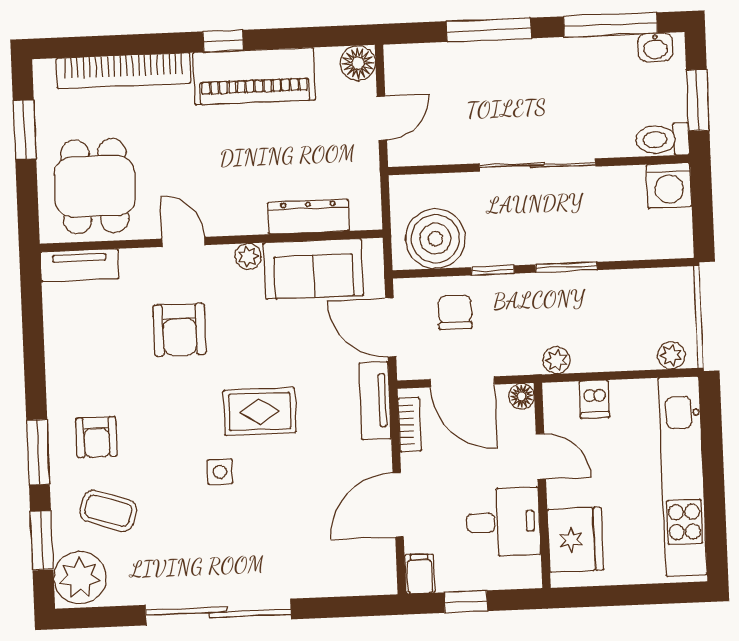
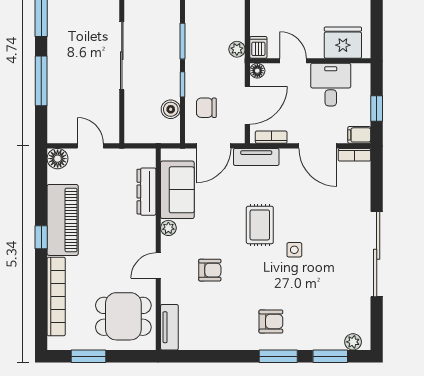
boiler: (435, 239) -> (171, 109), width x0.54, depth x0.54
armchair: (179, 330) -> (210, 270), width x0.72, depth x0.72
dishwasher: (595, 399) -> (258, 47), moved, turned -90
door: (541, 456) -> (293, 61), hinge flipped
coffee table: (108, 511) -> (314, 316), removed
bookcase: (386, 567) -> (354, 155), added
plant: (80, 578) -> (353, 342), width x0.53, depth x0.53

